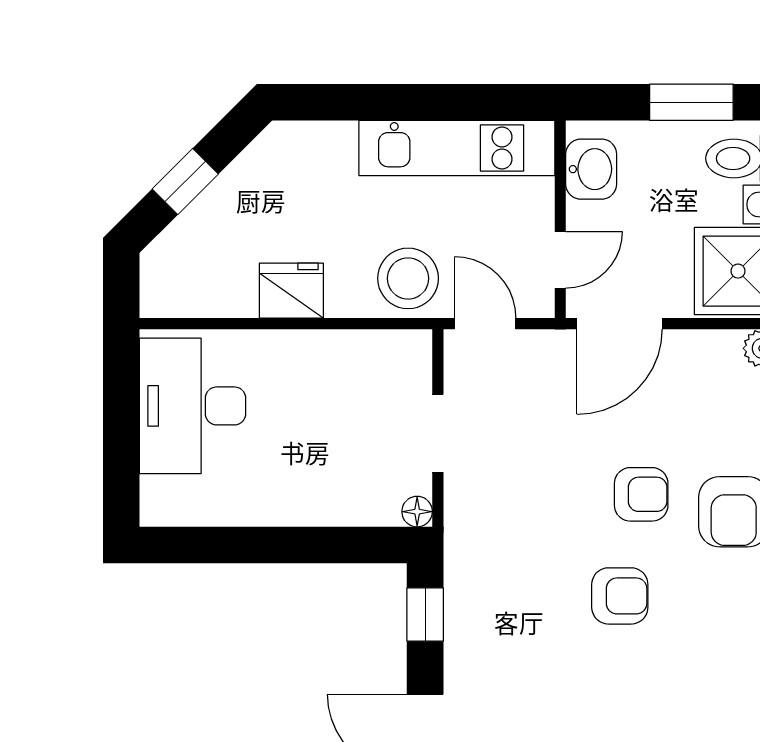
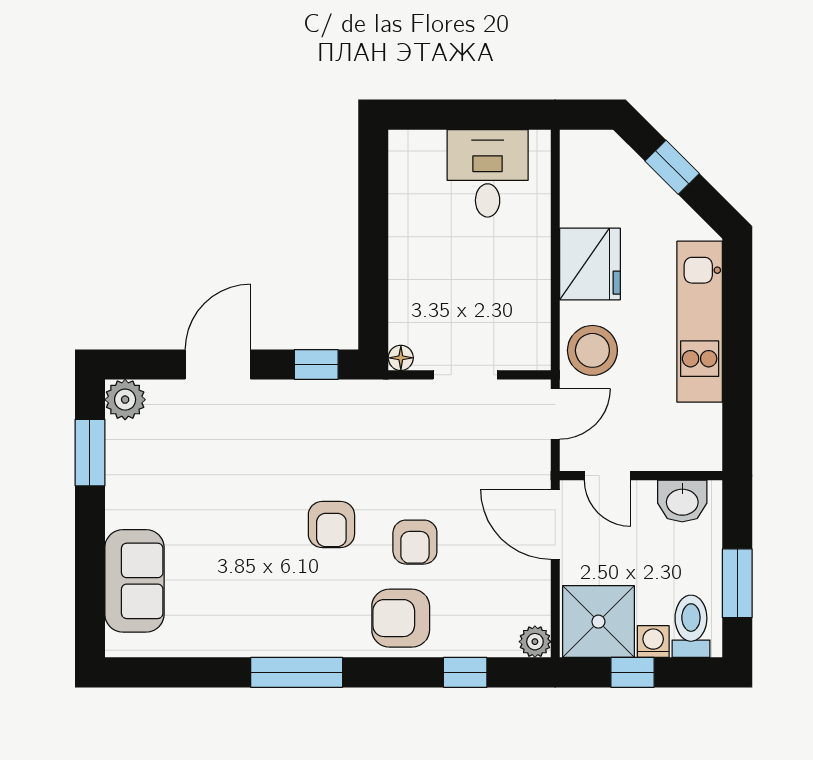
kitchen unit: (457, 148) -> (700, 322), moved
fridge: (291, 291) -> (590, 264), width x1.36, depth x1.34
desk: (193, 406) -> (488, 173), width x0.73

